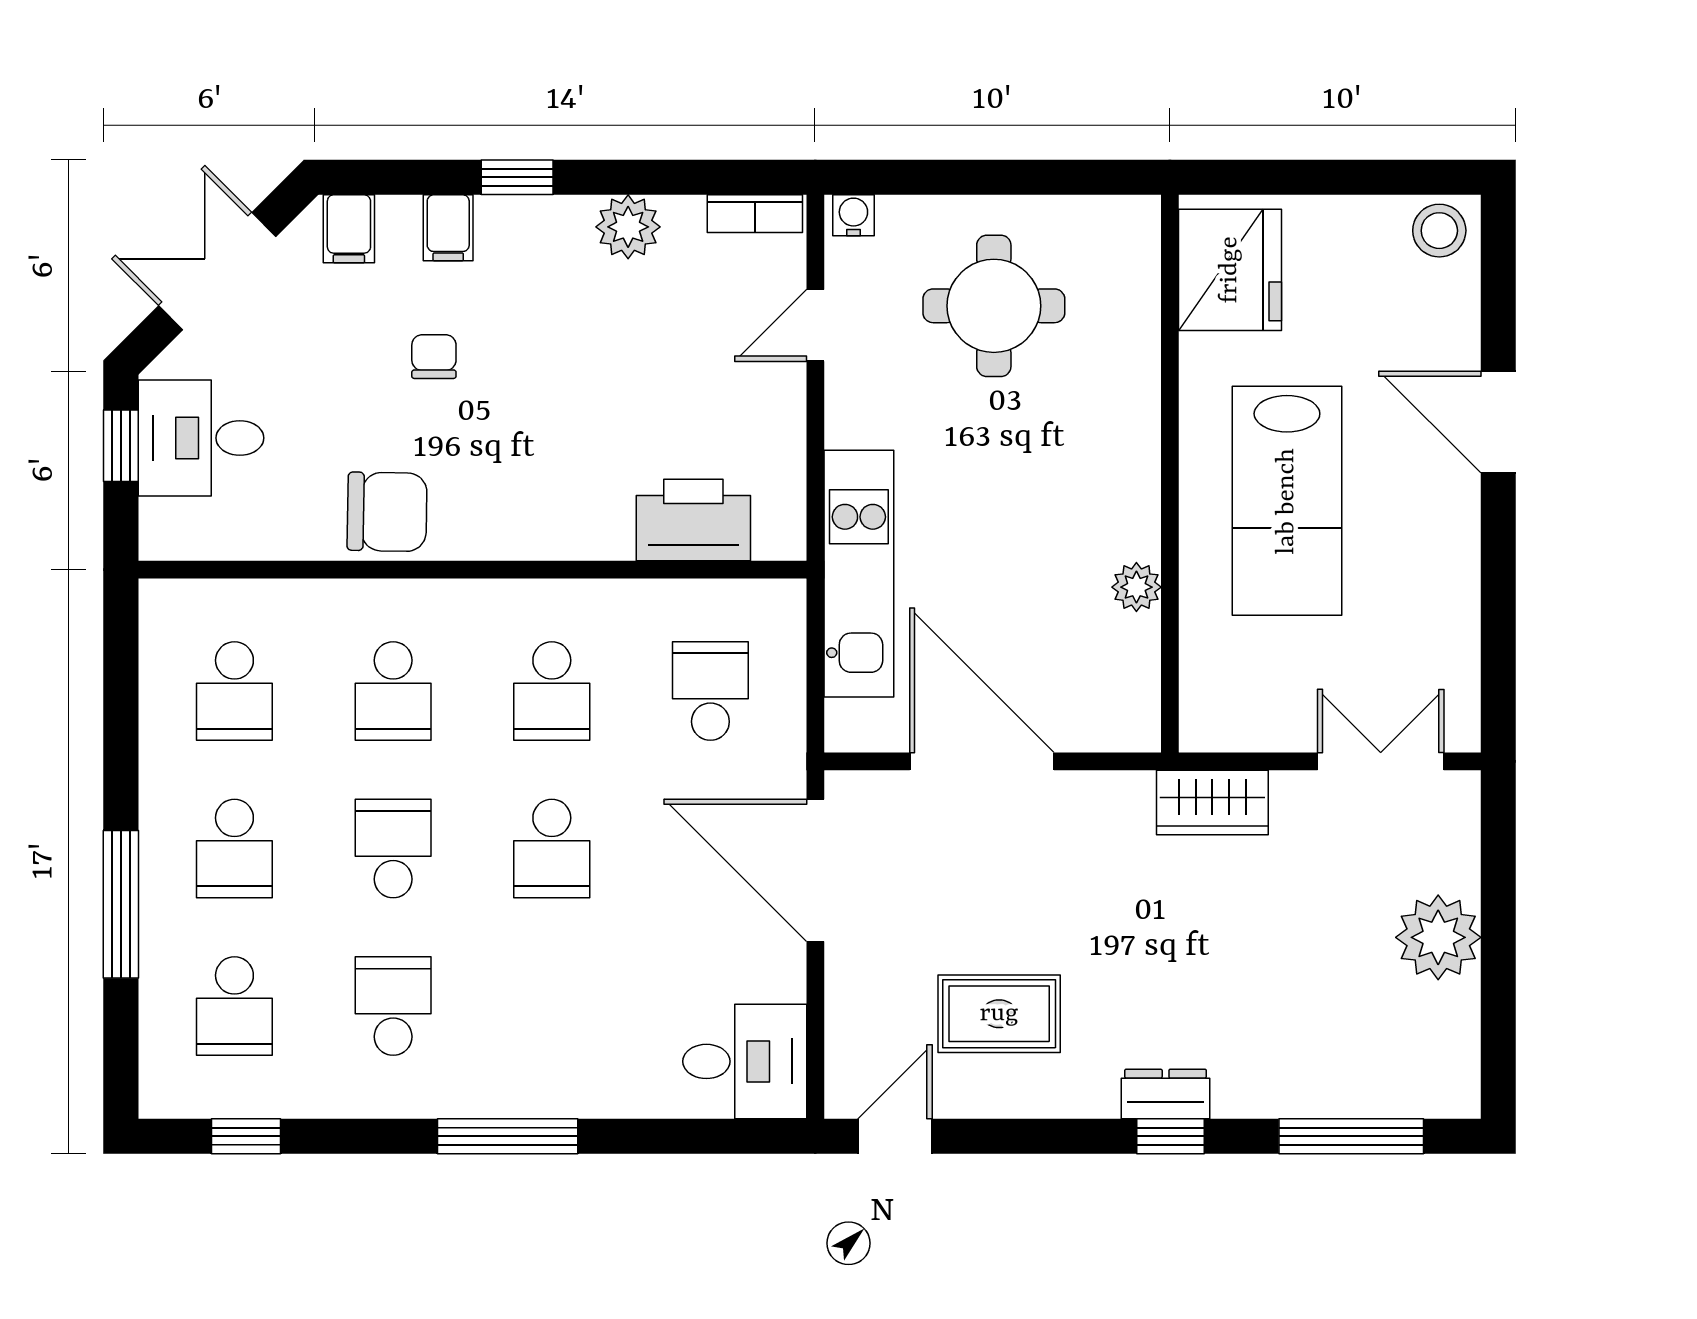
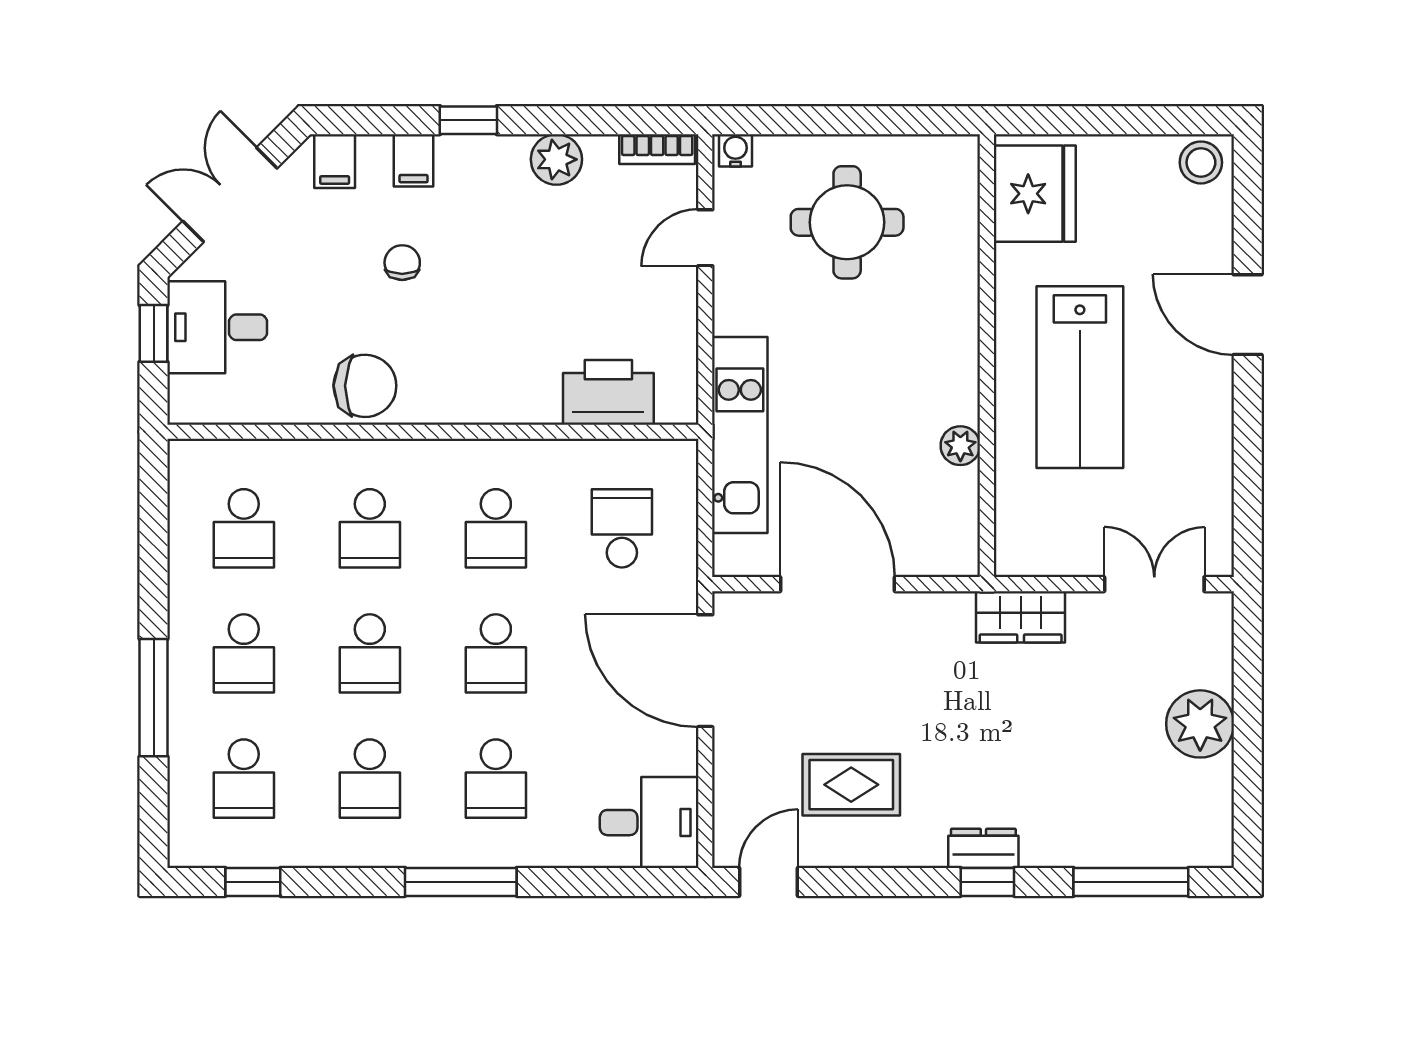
school desk: (393, 849) -> (370, 653), turned 180
school desk: (393, 1006) -> (370, 779), turned 180
school desk: (552, 1006) -> (496, 779), added

